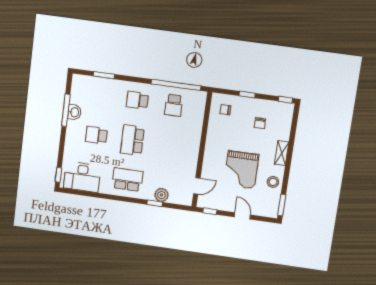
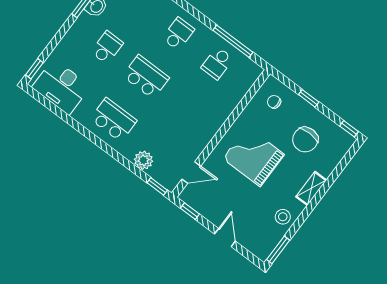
window: (176, 85) -> (233, 41), width x0.68
school desk: (137, 100) -> (178, 34), turned 90
chair: (260, 123) -> (305, 140), width x1.87, depth x1.87
school desk: (97, 135) -> (107, 47), turned 90
school desk: (132, 140) -> (146, 77), turned 90
grand piano: (241, 170) -> (254, 157), moved, turned 90
window: (155, 203) -> (157, 186), moved

